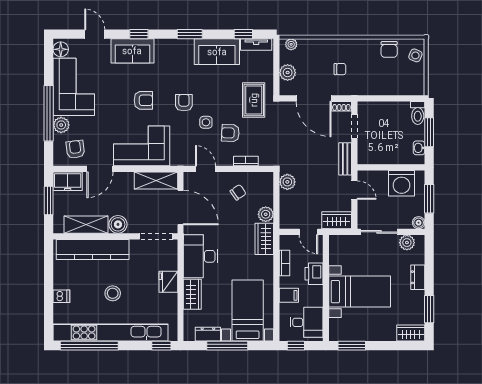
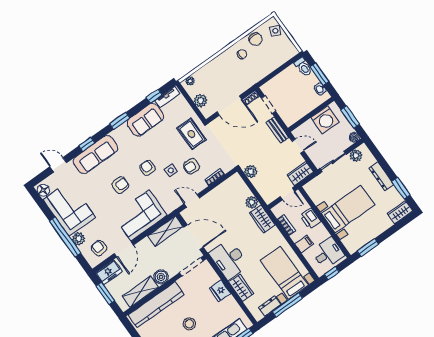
sofa: (132, 51) -> (95, 155), width x1.36
chair: (340, 69) -> (242, 54), moved
chair: (238, 192) -> (224, 201), removed
dresser: (418, 277) -> (381, 176), width x1.44

